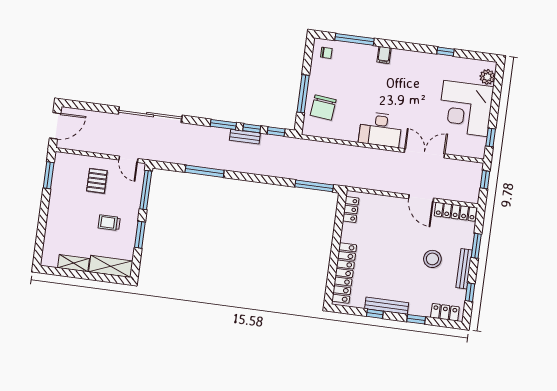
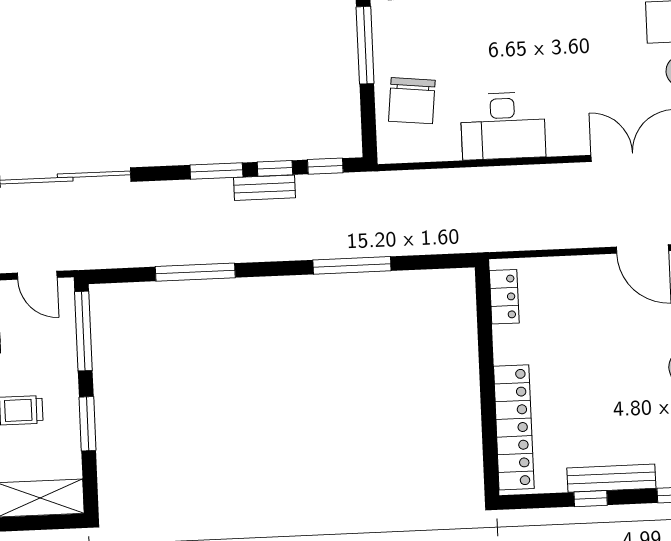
window: (303, 94) -> (365, 45), moved
desk: (380, 129) -> (503, 126), moved
window: (314, 186) -> (352, 265), moved

